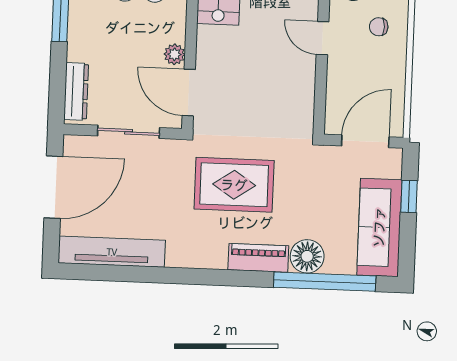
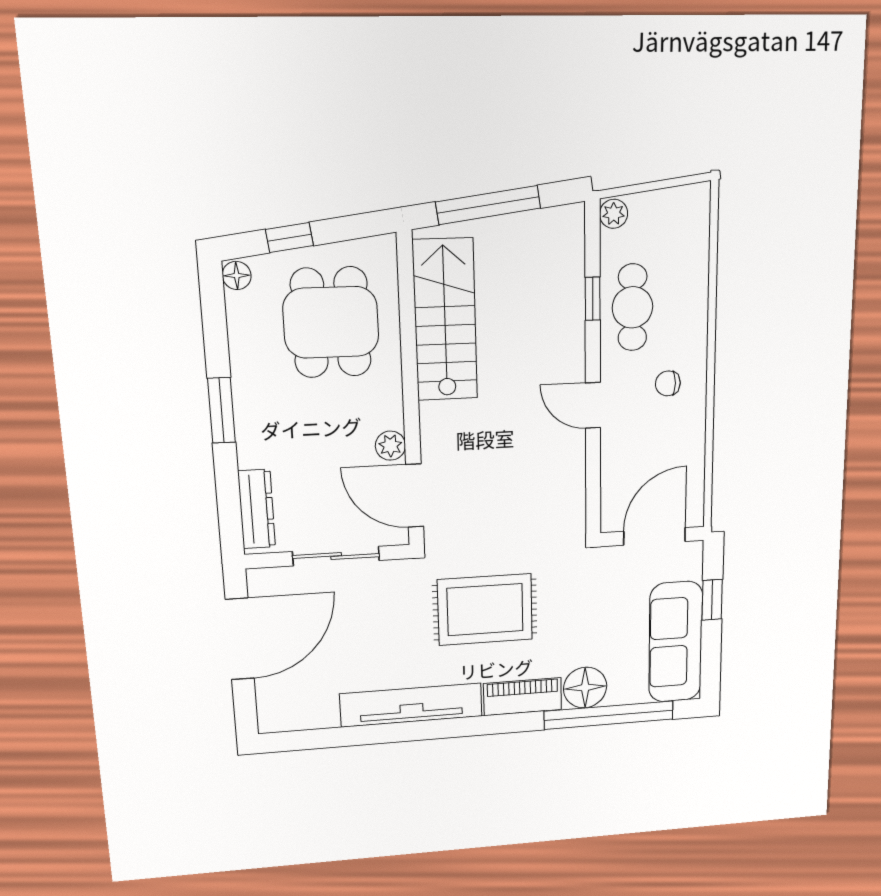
tv unit: (112, 252) -> (411, 705), moved

